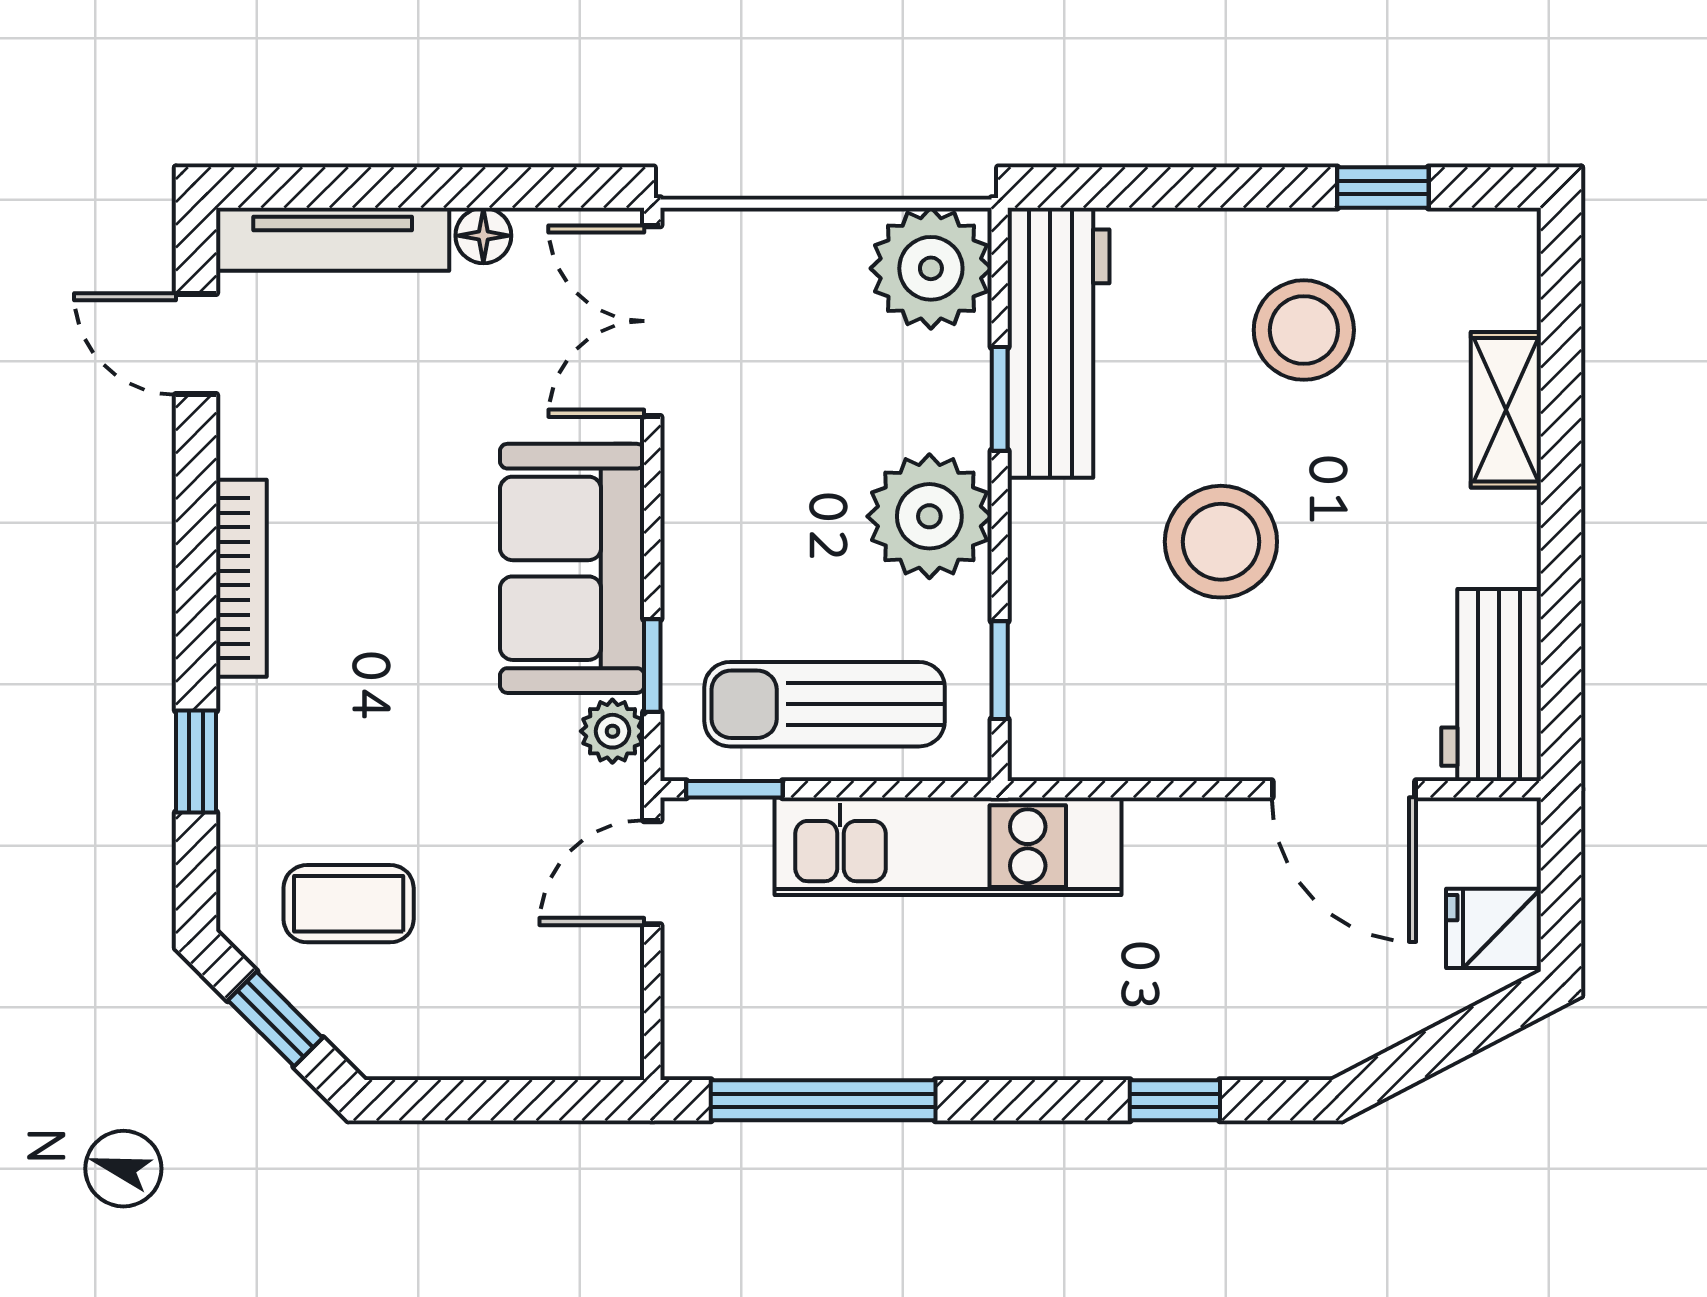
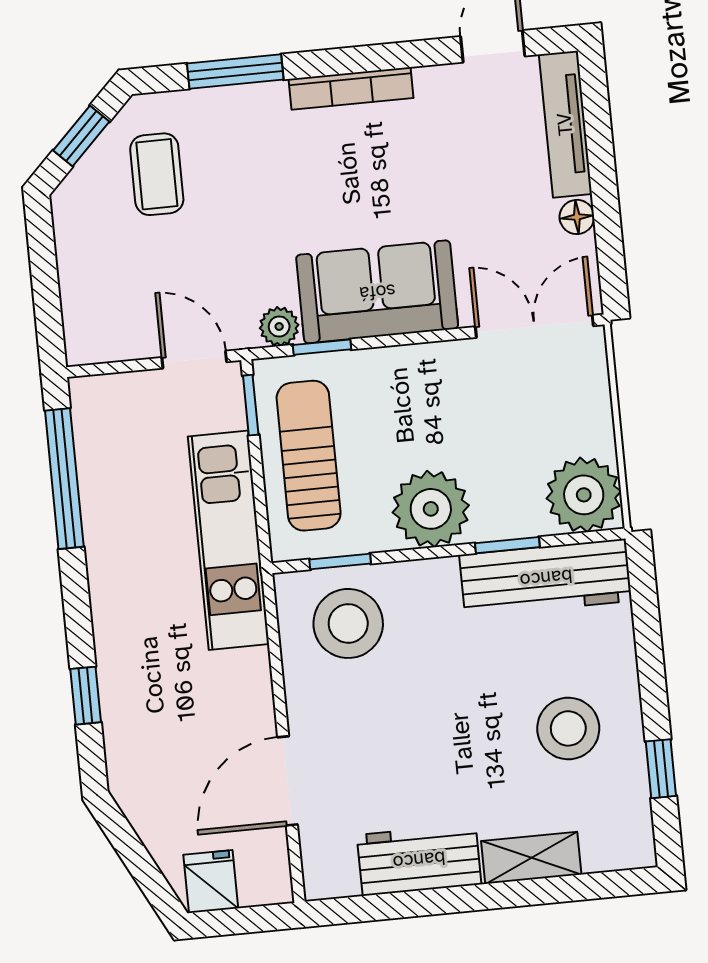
stool: (1221, 542) -> (348, 623), moved
workbench: (1491, 685) -> (419, 860), moved
window: (196, 761) -> (235, 72), width x1.50

